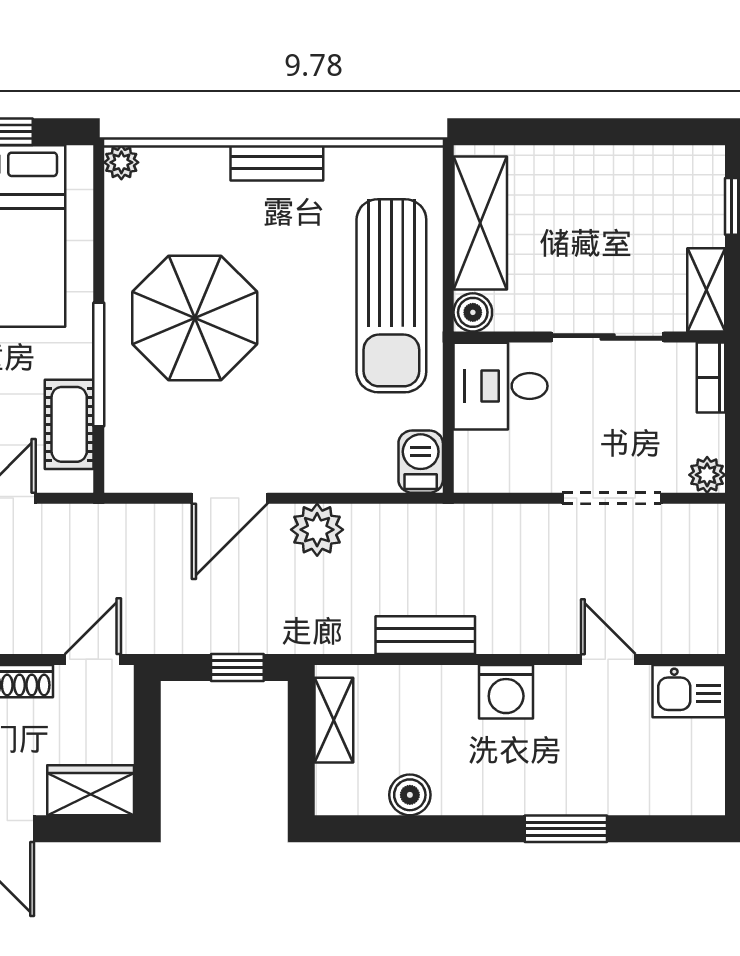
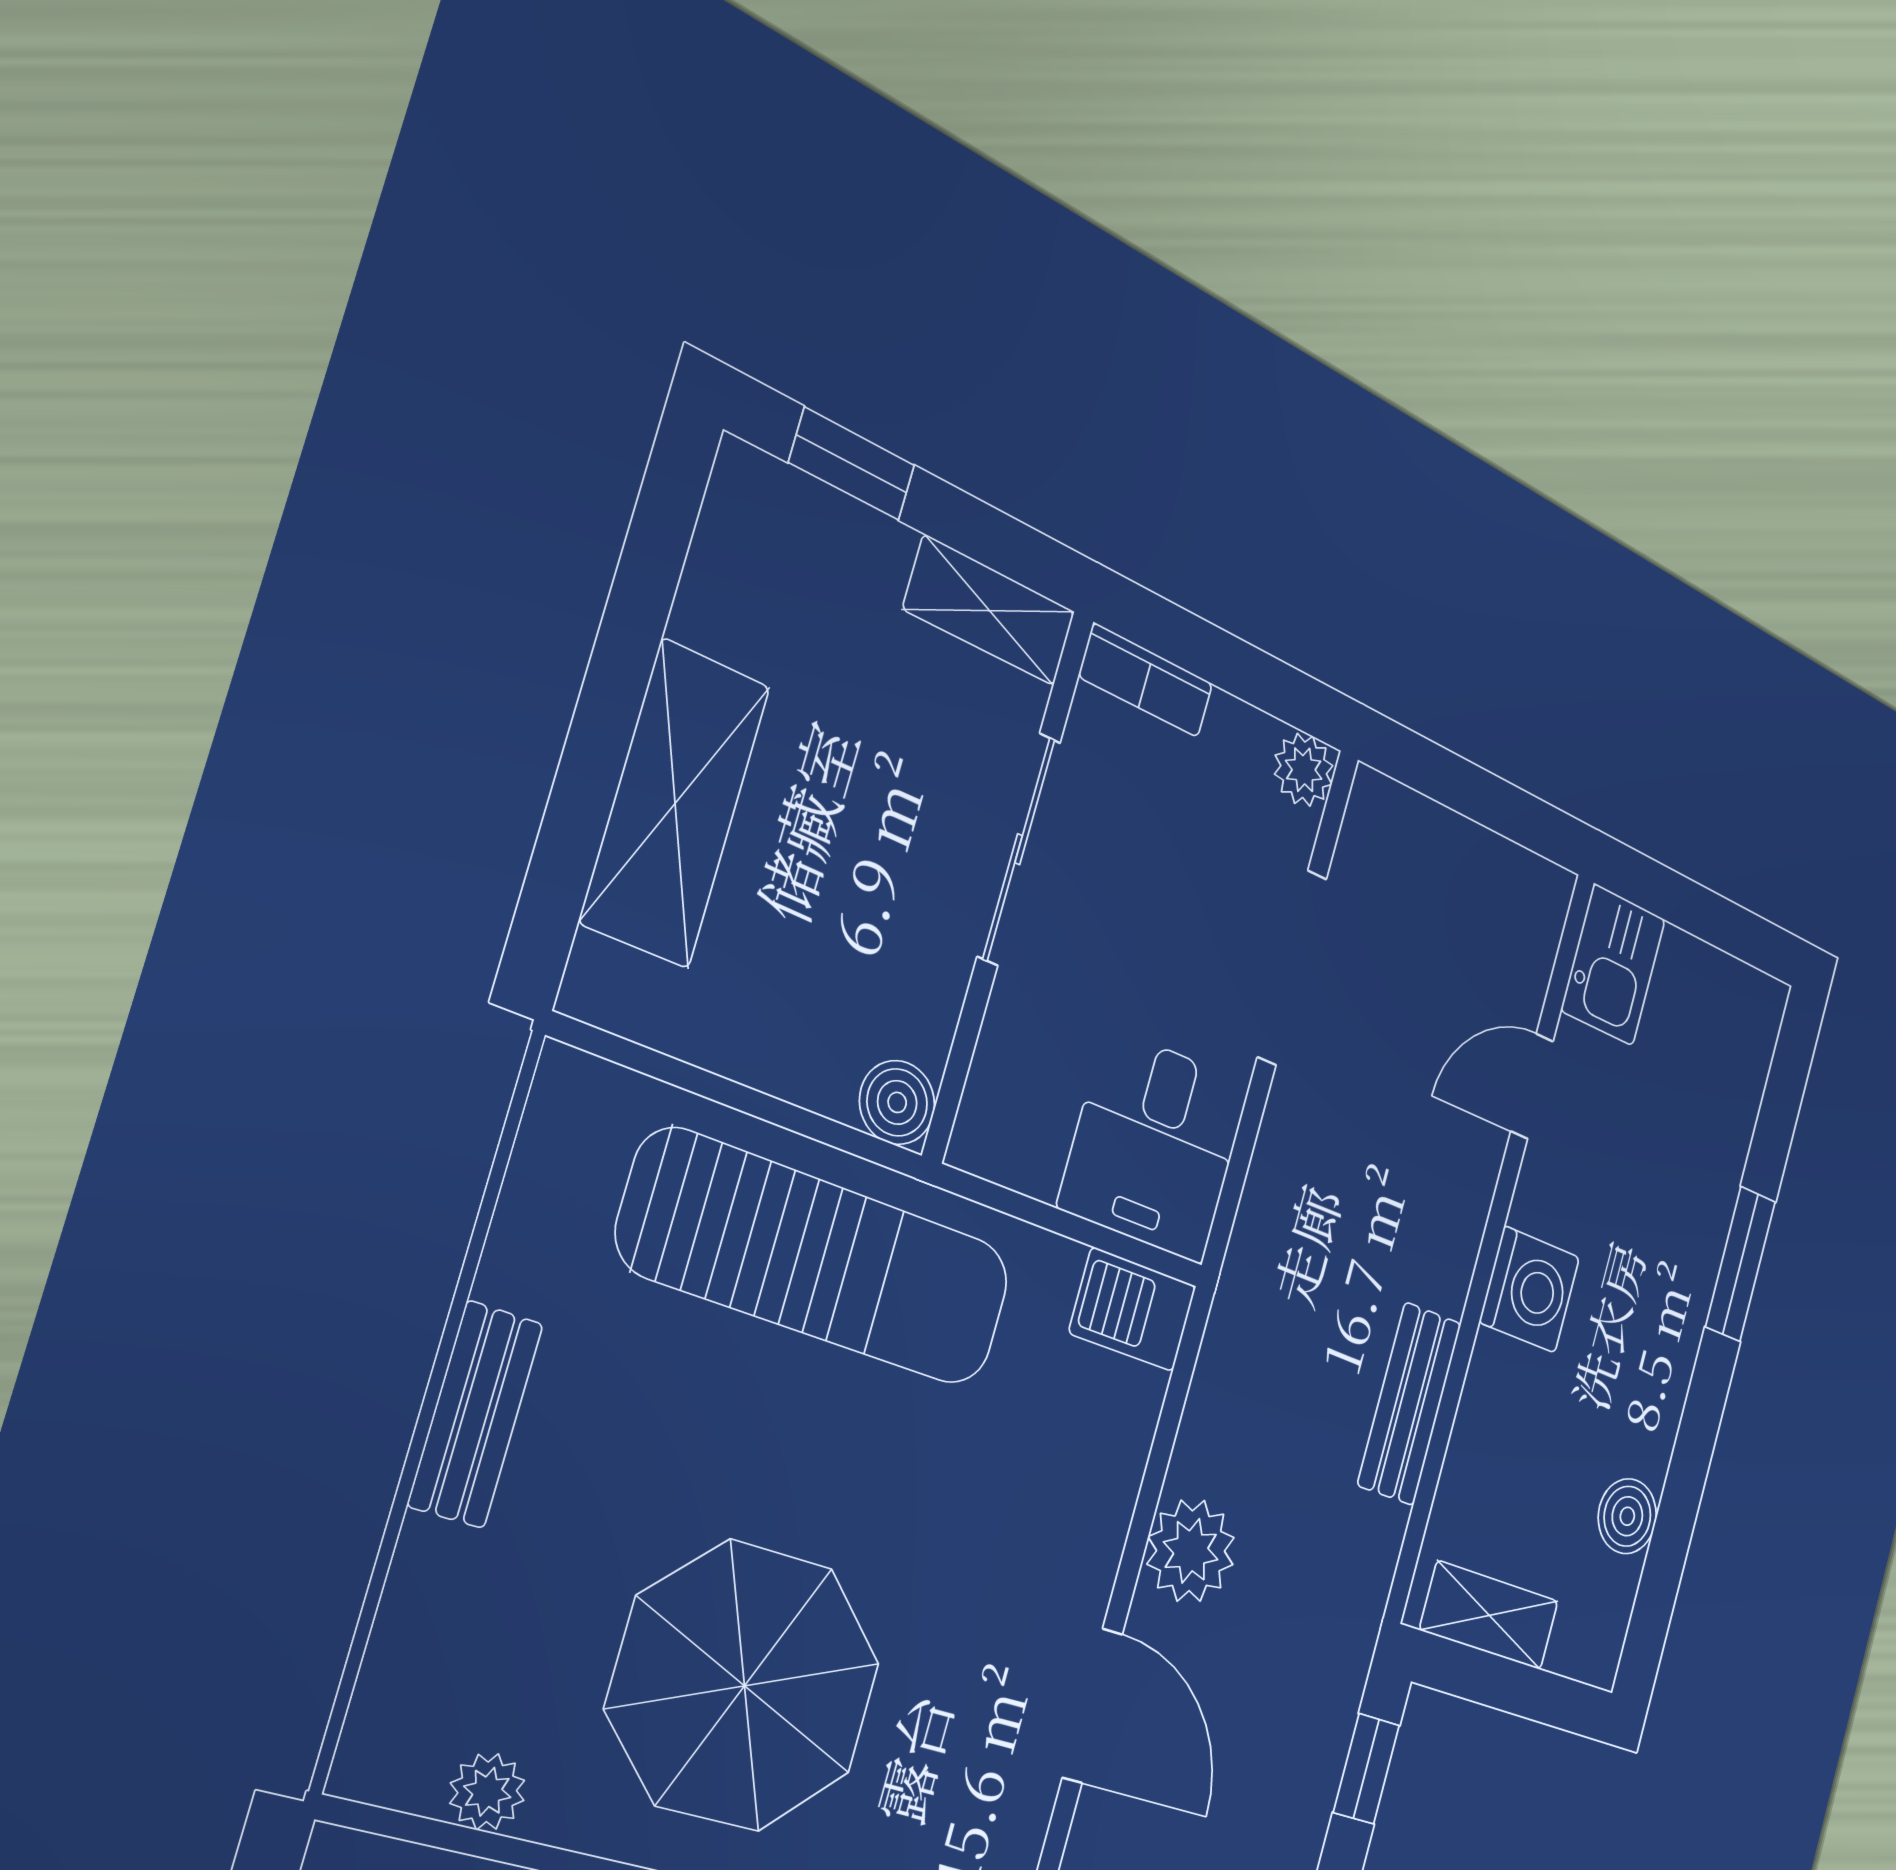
plant: (121, 162) -> (487, 1792), moved
shelving: (480, 223) -> (675, 804), moved, turned 90
desk: (500, 386) -> (1154, 1146), moved

